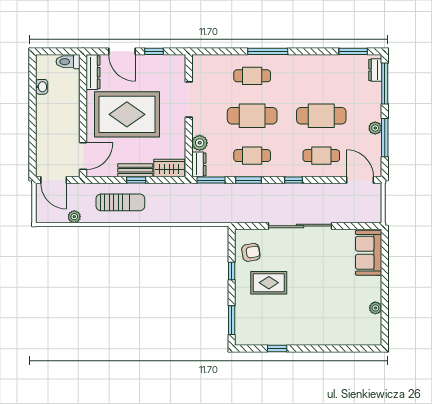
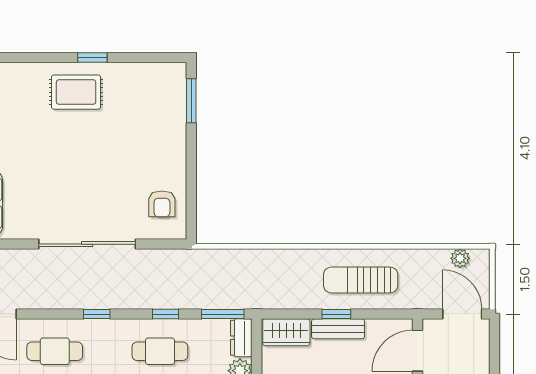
window: (248, 180) -> (166, 314), width x0.67
plant: (74, 217) -> (460, 258), moved
armchair: (251, 252) -> (162, 204), turned -80
window: (232, 271) -> (191, 176), removed
rug: (269, 283) -> (76, 92), moved
window: (277, 349) -> (92, 57), moved

